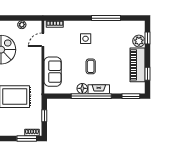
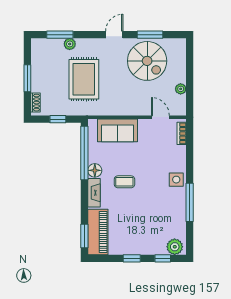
side table: (86, 39) -> (176, 180), moved
plant: (139, 41) -> (175, 247), moved
piano: (137, 65) -> (98, 232), moved, turned 90
window: (147, 74) -> (132, 258), moved
window: (91, 96) -> (84, 153), moved
window: (27, 139) -> (27, 78), moved

